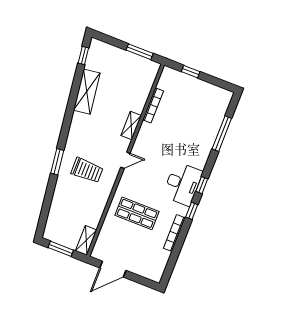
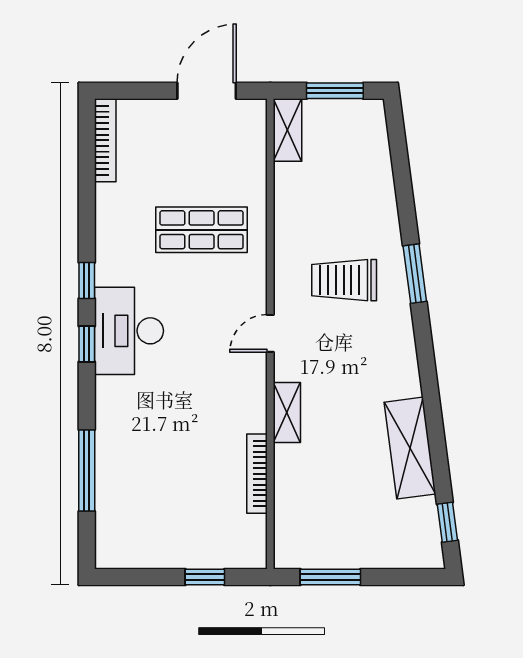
bookcase: (174, 233) -> (105, 140), moved

